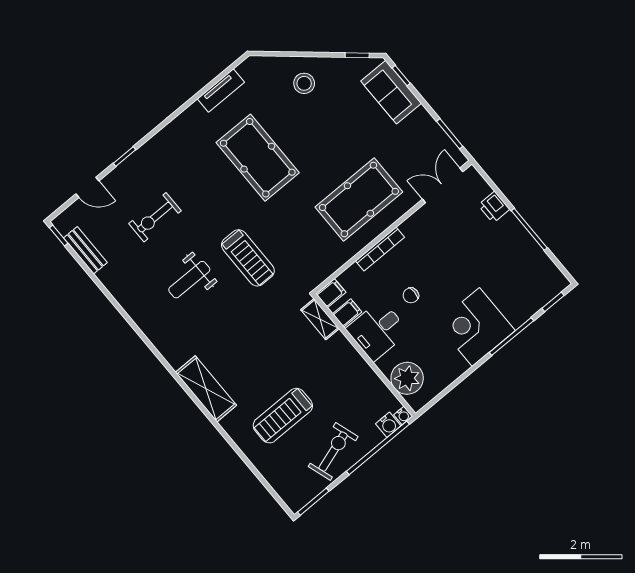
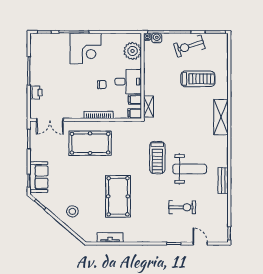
bench: (85, 250) -> (223, 181), moved
treadmill: (248, 258) -> (157, 158), turned 180
weight bench: (189, 280) -> (190, 169), width x1.36, depth x1.33

